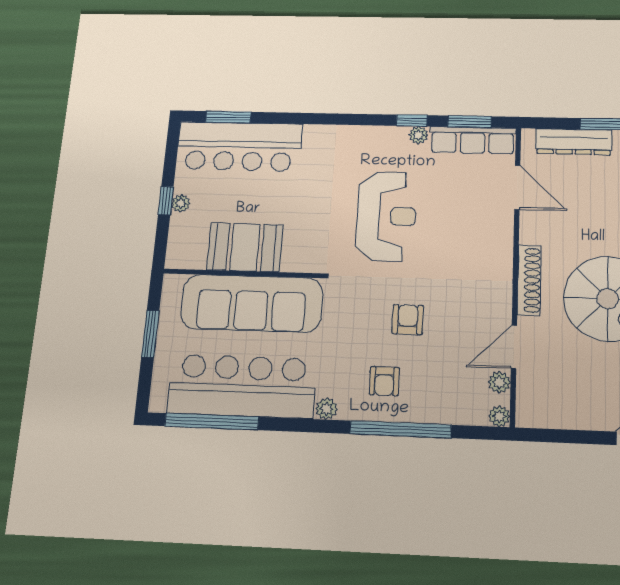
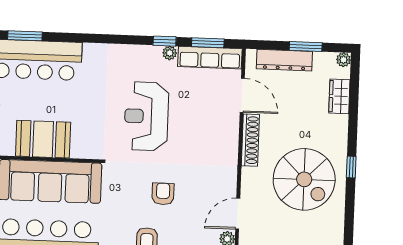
reception desk: (386, 216) -> (146, 116), turned 180
shoe rack: (529, 280) -> (250, 140), moved

